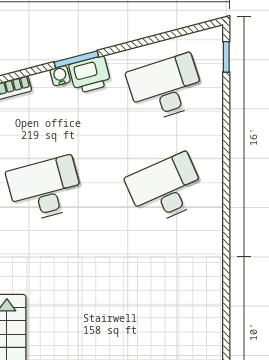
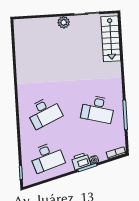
desk: (45, 189) -> (98, 109), turned 30

